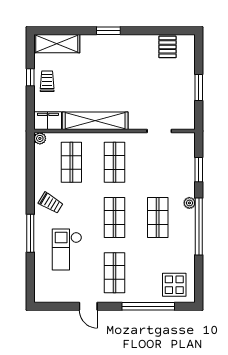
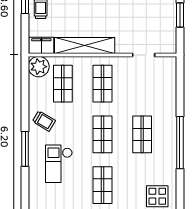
plant: (40, 138) -> (39, 67), width x1.87, depth x1.87
window: (199, 170) -> (180, 90), removed
plant: (189, 203) -> (171, 121), removed

